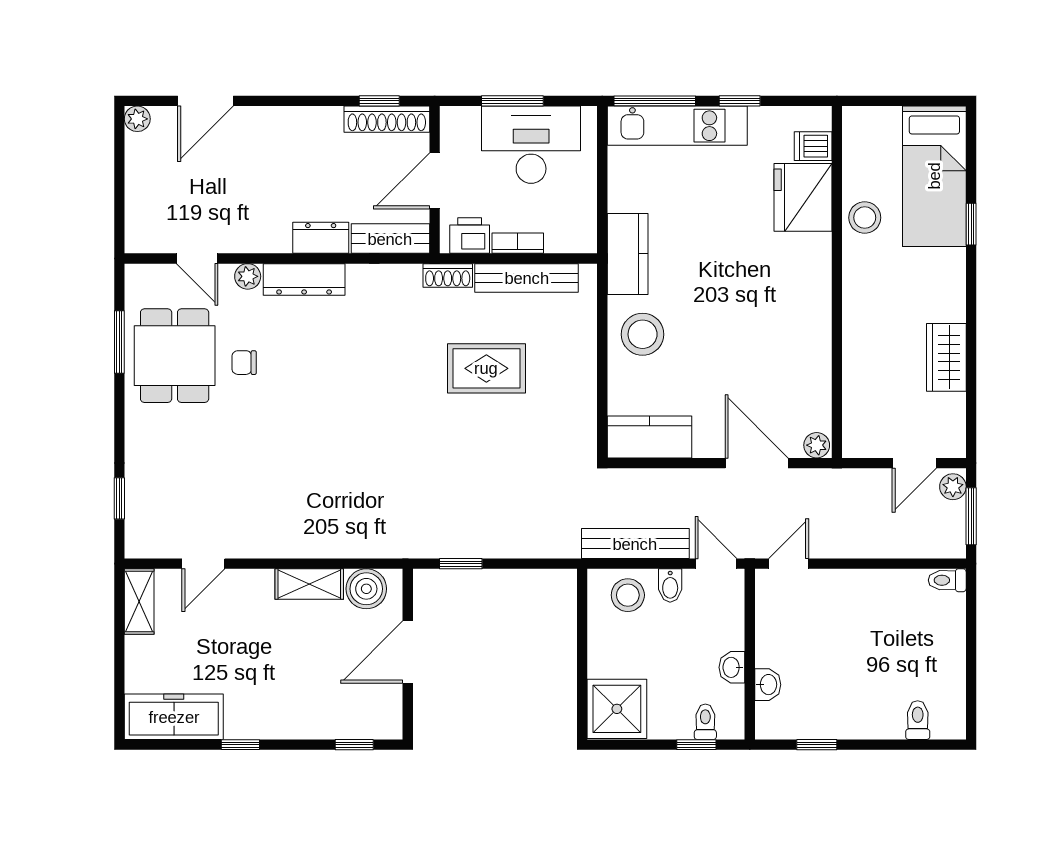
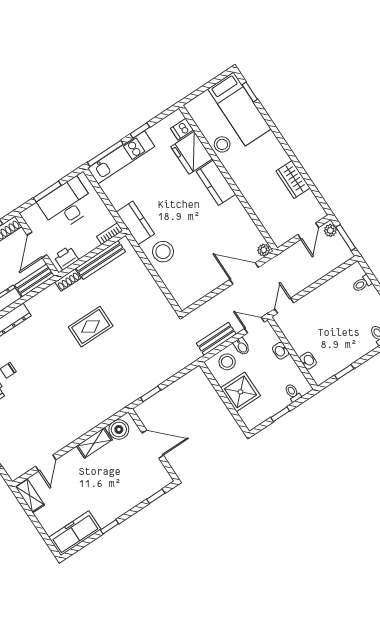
window: (971, 224) -> (250, 92), moved
bookcase: (518, 243) -> (110, 234), moved
rug: (486, 368) -> (91, 327), moved
kitchen counter: (649, 437) -> (216, 183), moved, turned -90
bench: (635, 544) -> (216, 339), width x0.73
toilet: (947, 580) -> (362, 284), moved
door: (408, 652) -> (153, 444), swing flipped
washbasin: (732, 667) -> (281, 351), moved
shower: (617, 709) -> (240, 392), moved
window: (696, 745) -> (280, 414), moved

